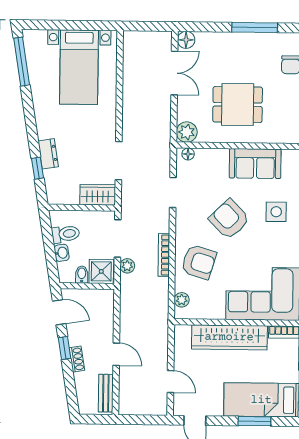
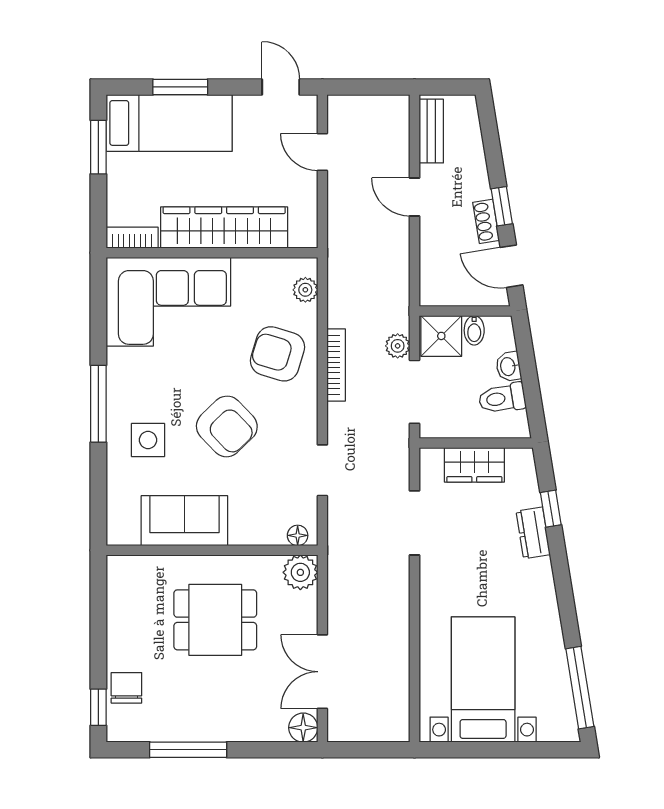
wardrobe: (98, 195) -> (474, 465), moved
shoe rack: (77, 359) -> (486, 221), moved

